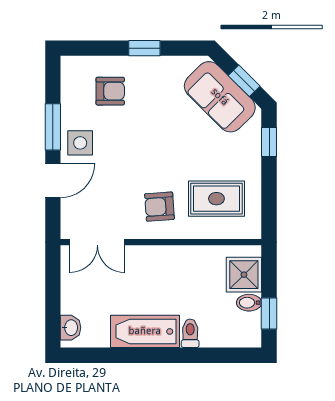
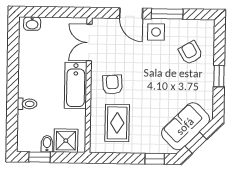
armchair: (110, 91) -> (190, 53), turned 150
bathtub: (145, 331) -> (76, 85), moved, turned 180

